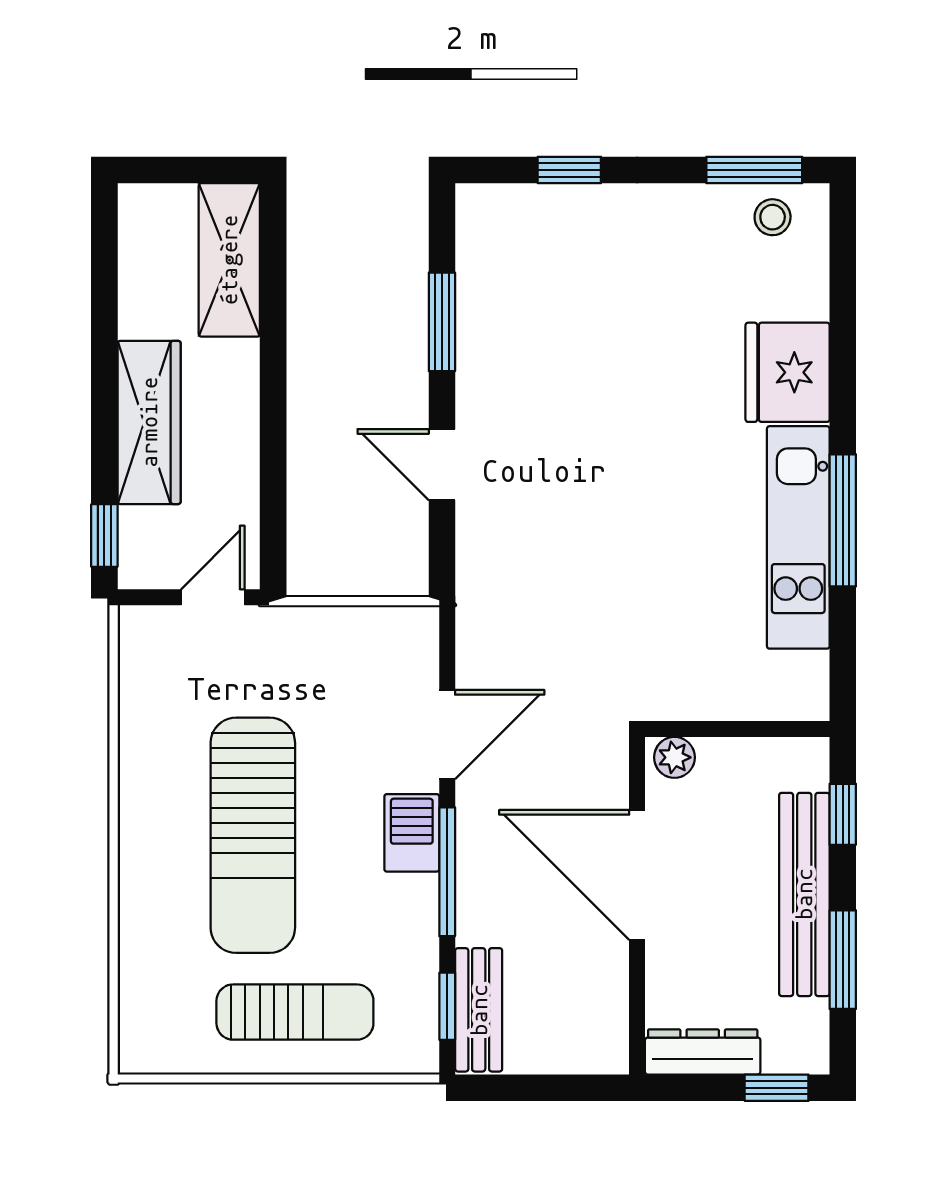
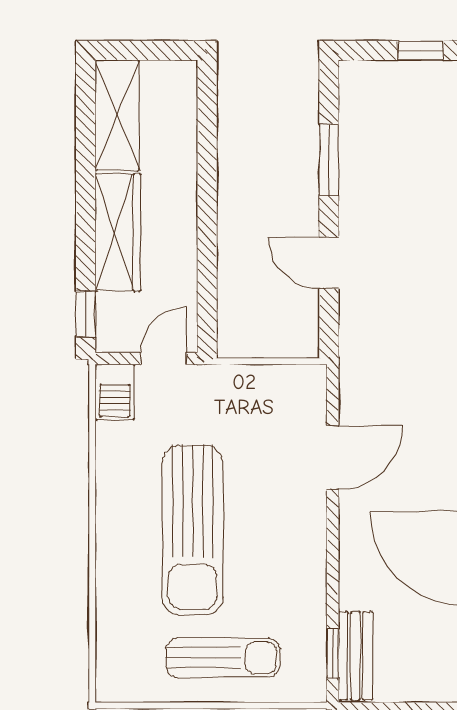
shelving: (229, 260) -> (117, 115), moved
barbecue: (412, 833) -> (115, 392), moved, turned 180
window: (447, 872) -> (333, 556), removed

